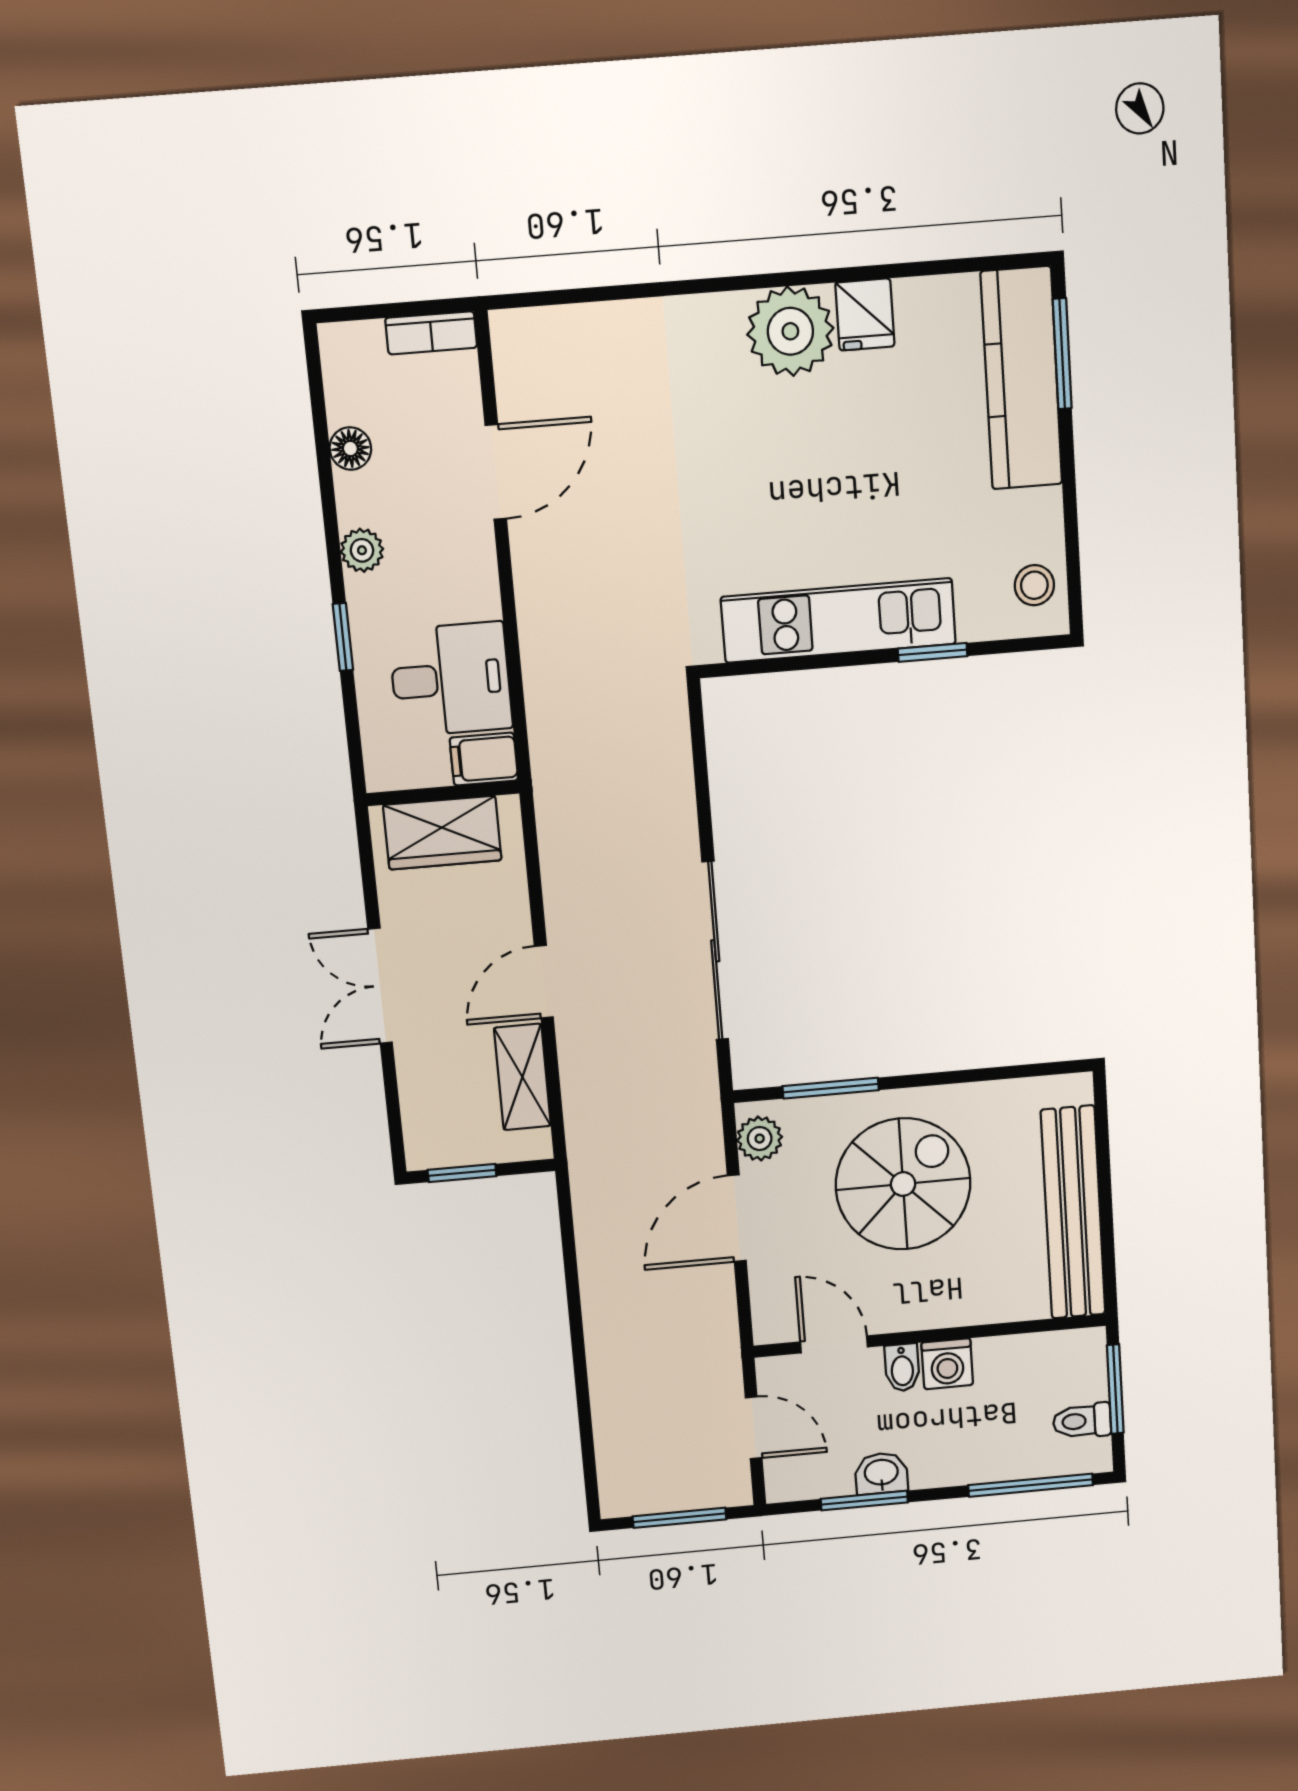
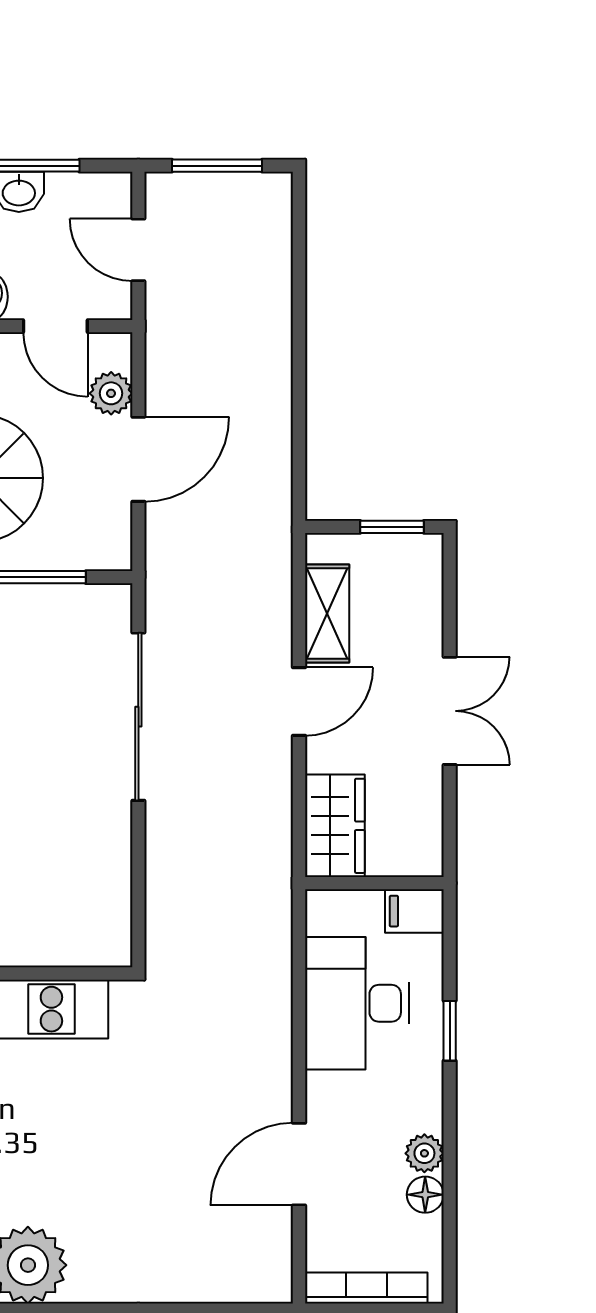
bookcase: (431, 333) -> (366, 1288), width x1.56
plant: (362, 550) -> (424, 1153), moved
desk: (451, 679) -> (357, 1003), width x1.37
filing cabinet: (484, 759) -> (414, 911), moved, turned 180
wardrobe: (442, 833) -> (335, 826), moved, turned 90
plant: (760, 1139) -> (111, 393), moved

